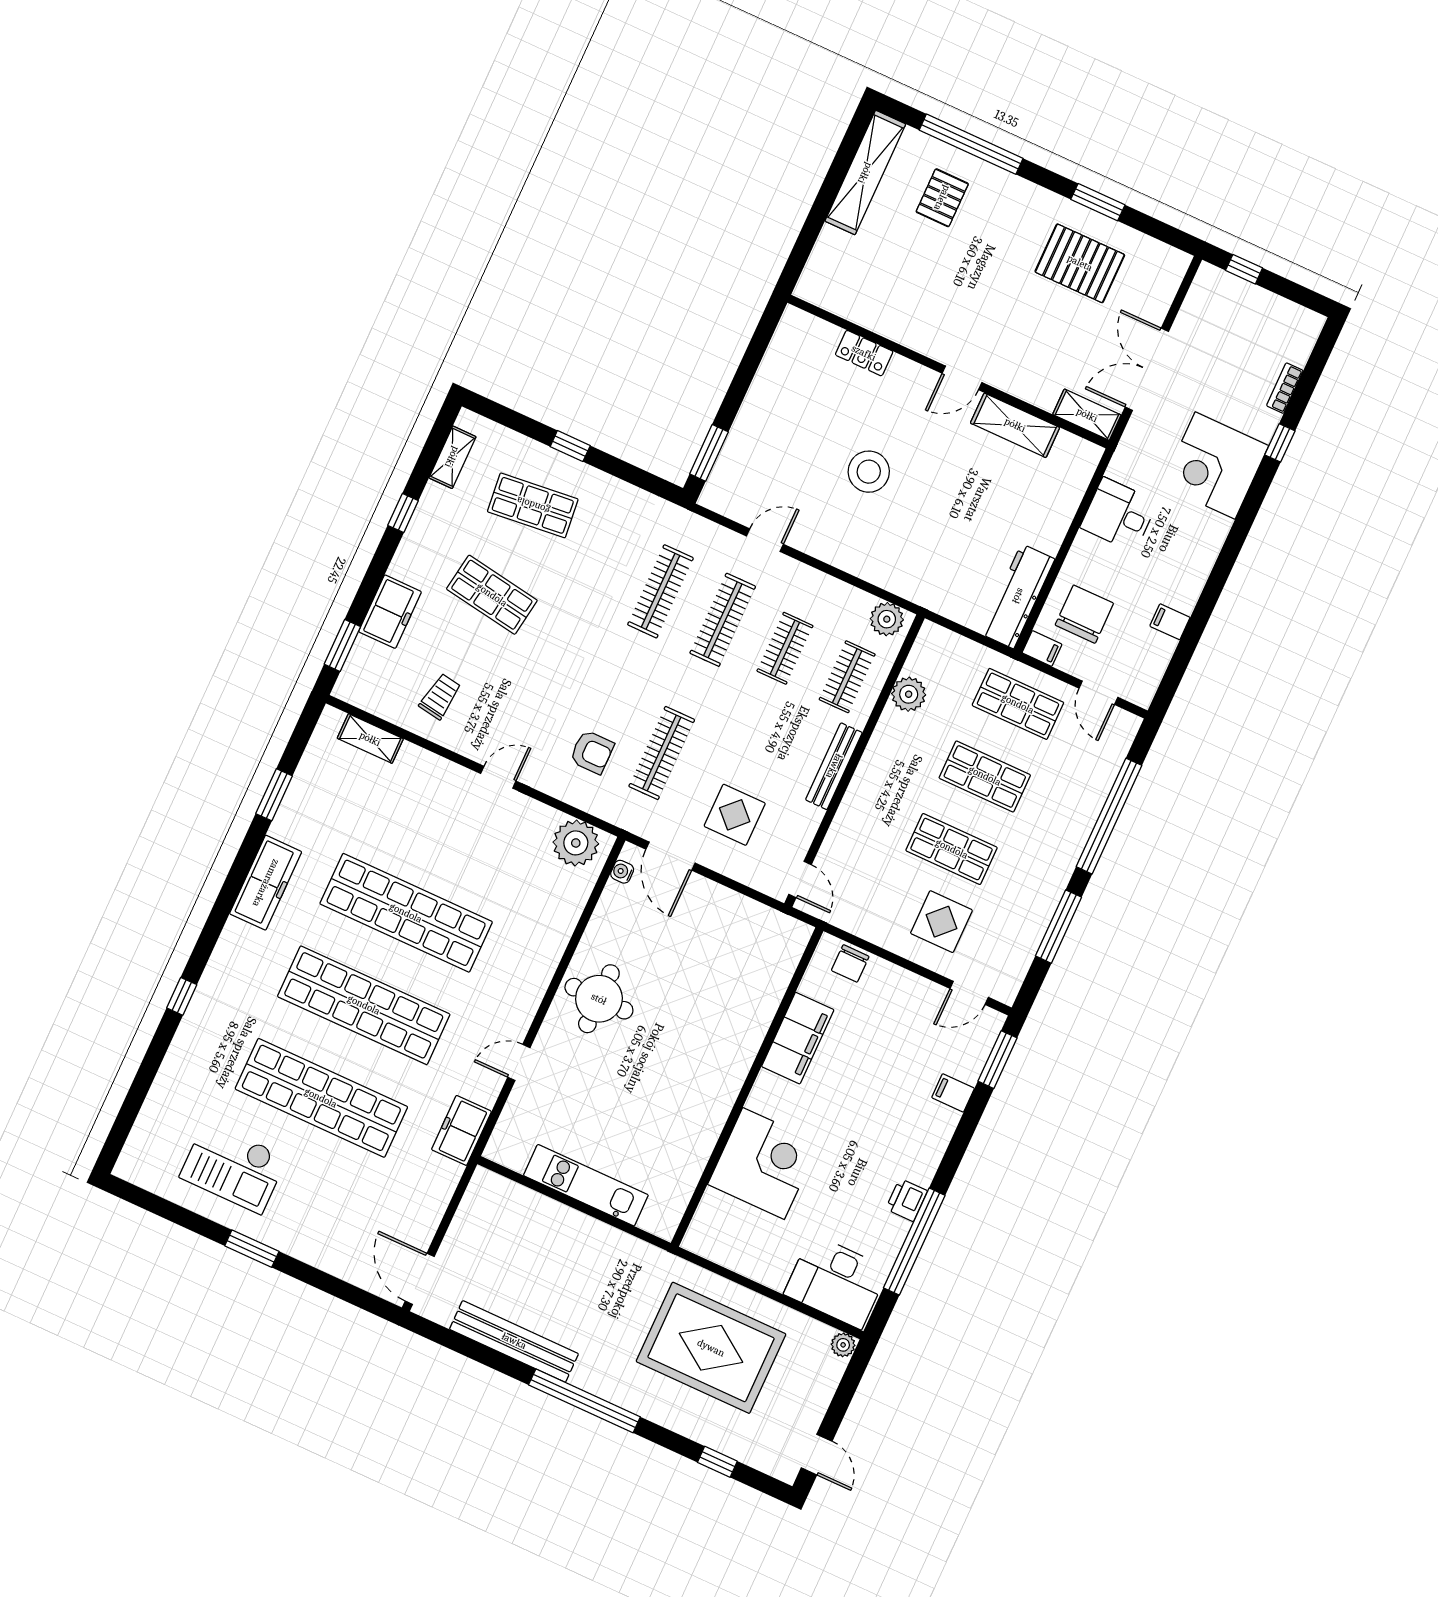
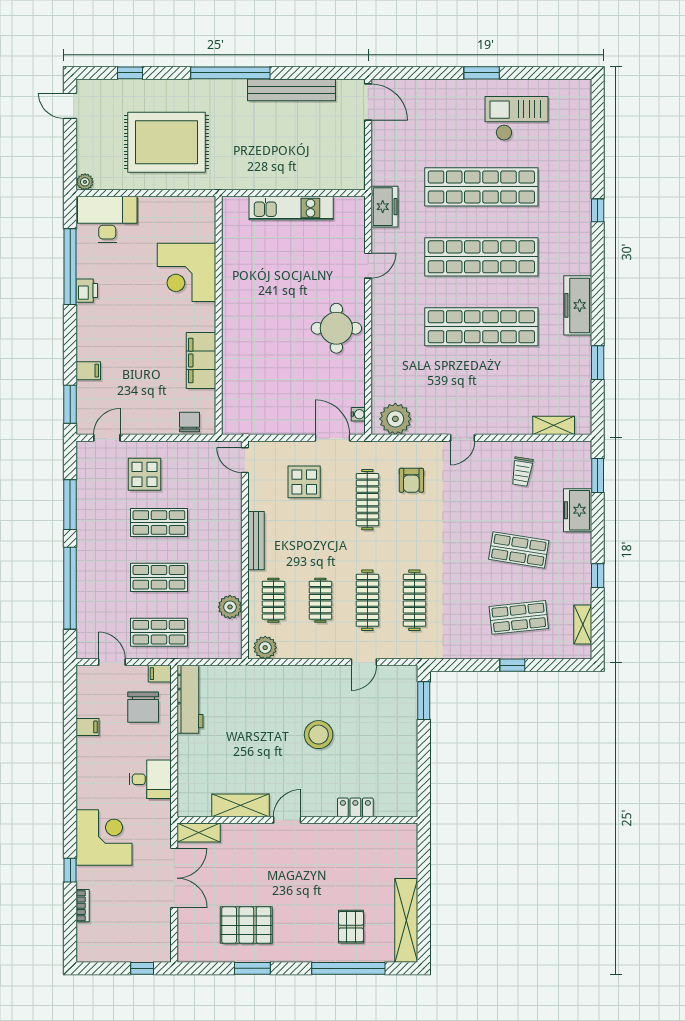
armchair: (592, 752) -> (411, 480), turned -90

